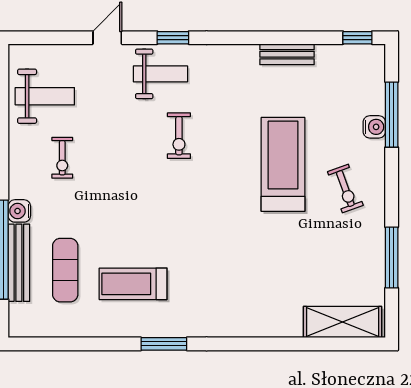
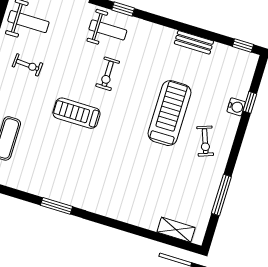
window: (392, 115) -> (250, 102), width x0.46
exercise bike: (62, 158) -> (27, 65), turned -86
treadmill: (133, 284) -> (76, 113), moved
shelving: (343, 322) -> (176, 230), width x0.67, depth x0.75

